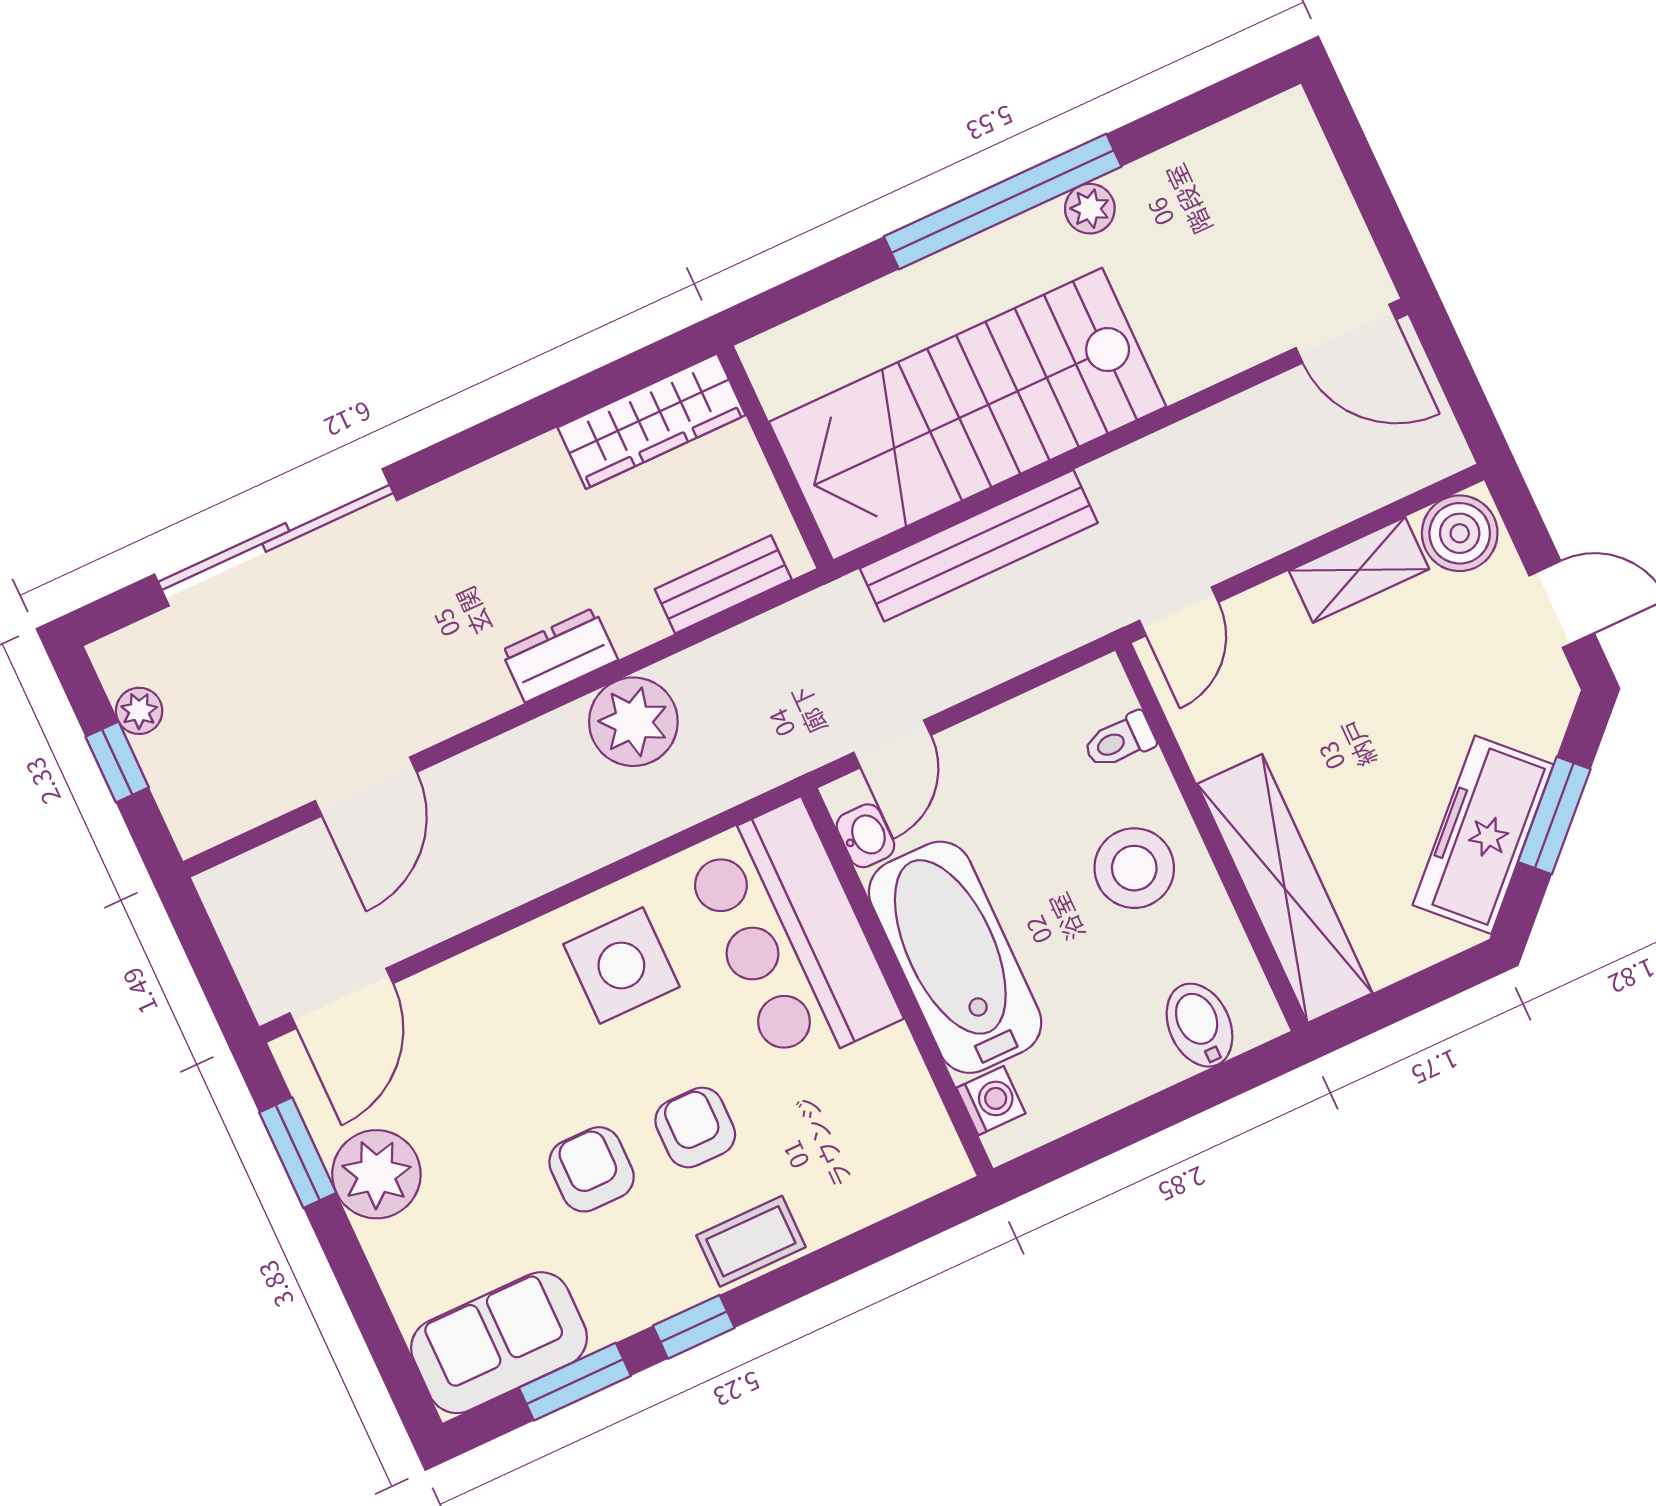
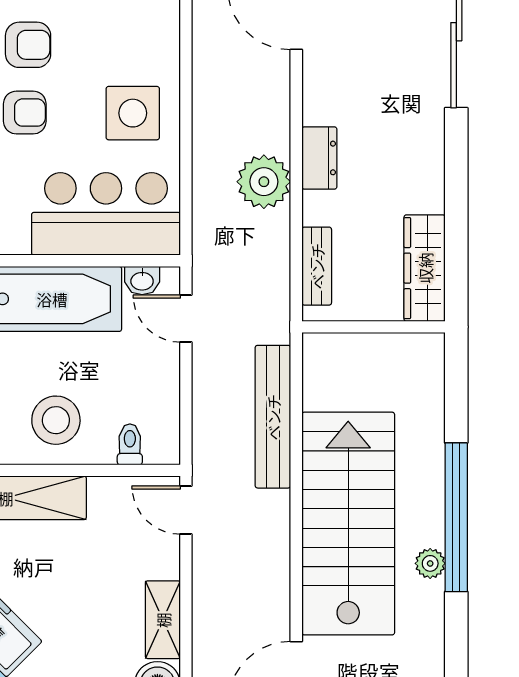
stairs: (968, 414) -> (348, 524), moved

